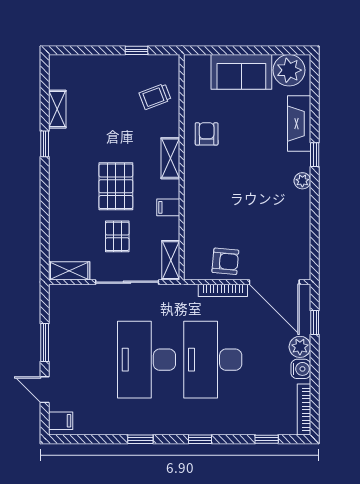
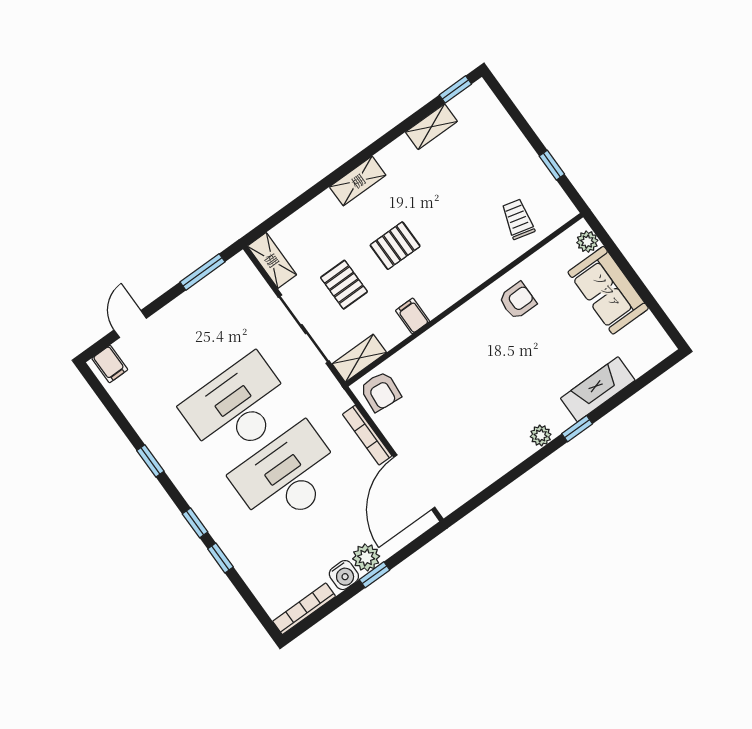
plant: (289, 70) -> (587, 242), moved, width x0.53, depth x0.53
trolley: (155, 96) -> (518, 219), turned 35
window: (45, 144) -> (455, 89), moved
shelving: (170, 158) -> (358, 181), moved
pallet: (116, 186) -> (395, 246), width x0.67, depth x0.71
pallet: (117, 236) -> (344, 285), turned 90
armchair: (225, 261) -> (380, 391), moved
window: (315, 323) -> (374, 575), moved
window: (45, 343) -> (203, 272), moved
window: (267, 439) -> (220, 558), moved

